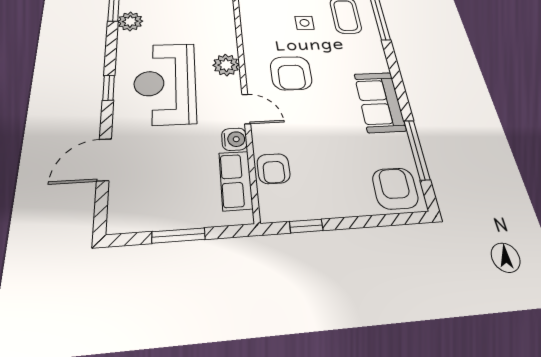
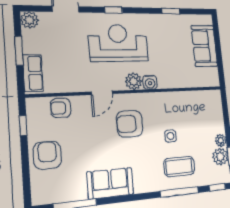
plant: (130, 21) -> (30, 20), moved
water cooler: (234, 139) -> (150, 82), moved
row of seats: (236, 180) -> (33, 73), moved, turned 90
armchair: (395, 188) -> (47, 155), moved, turned -90

